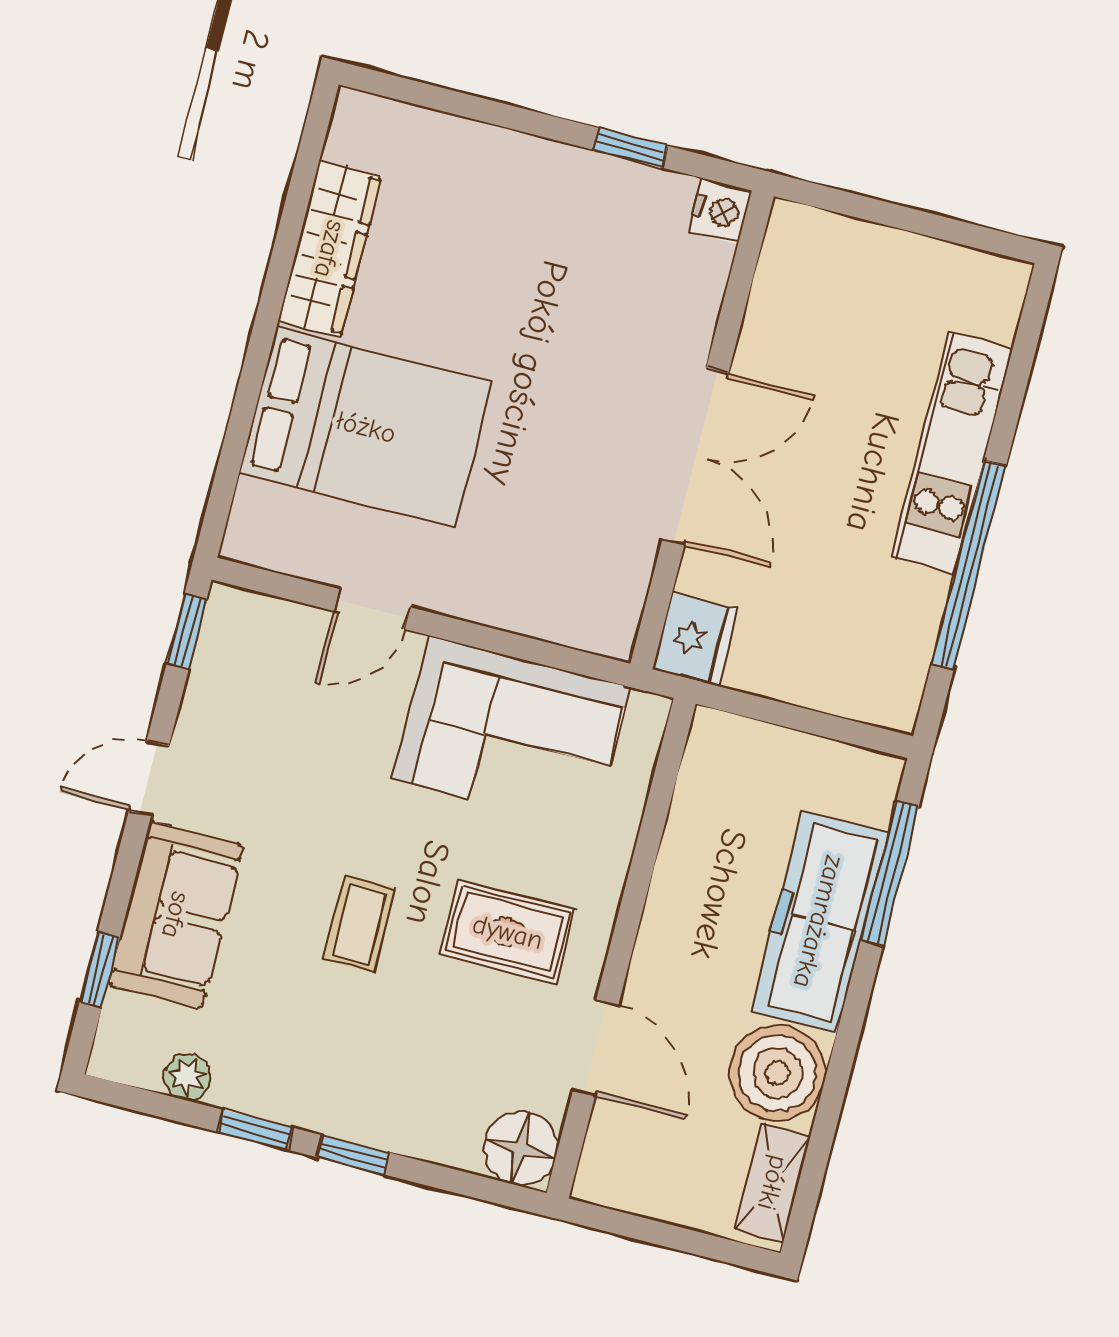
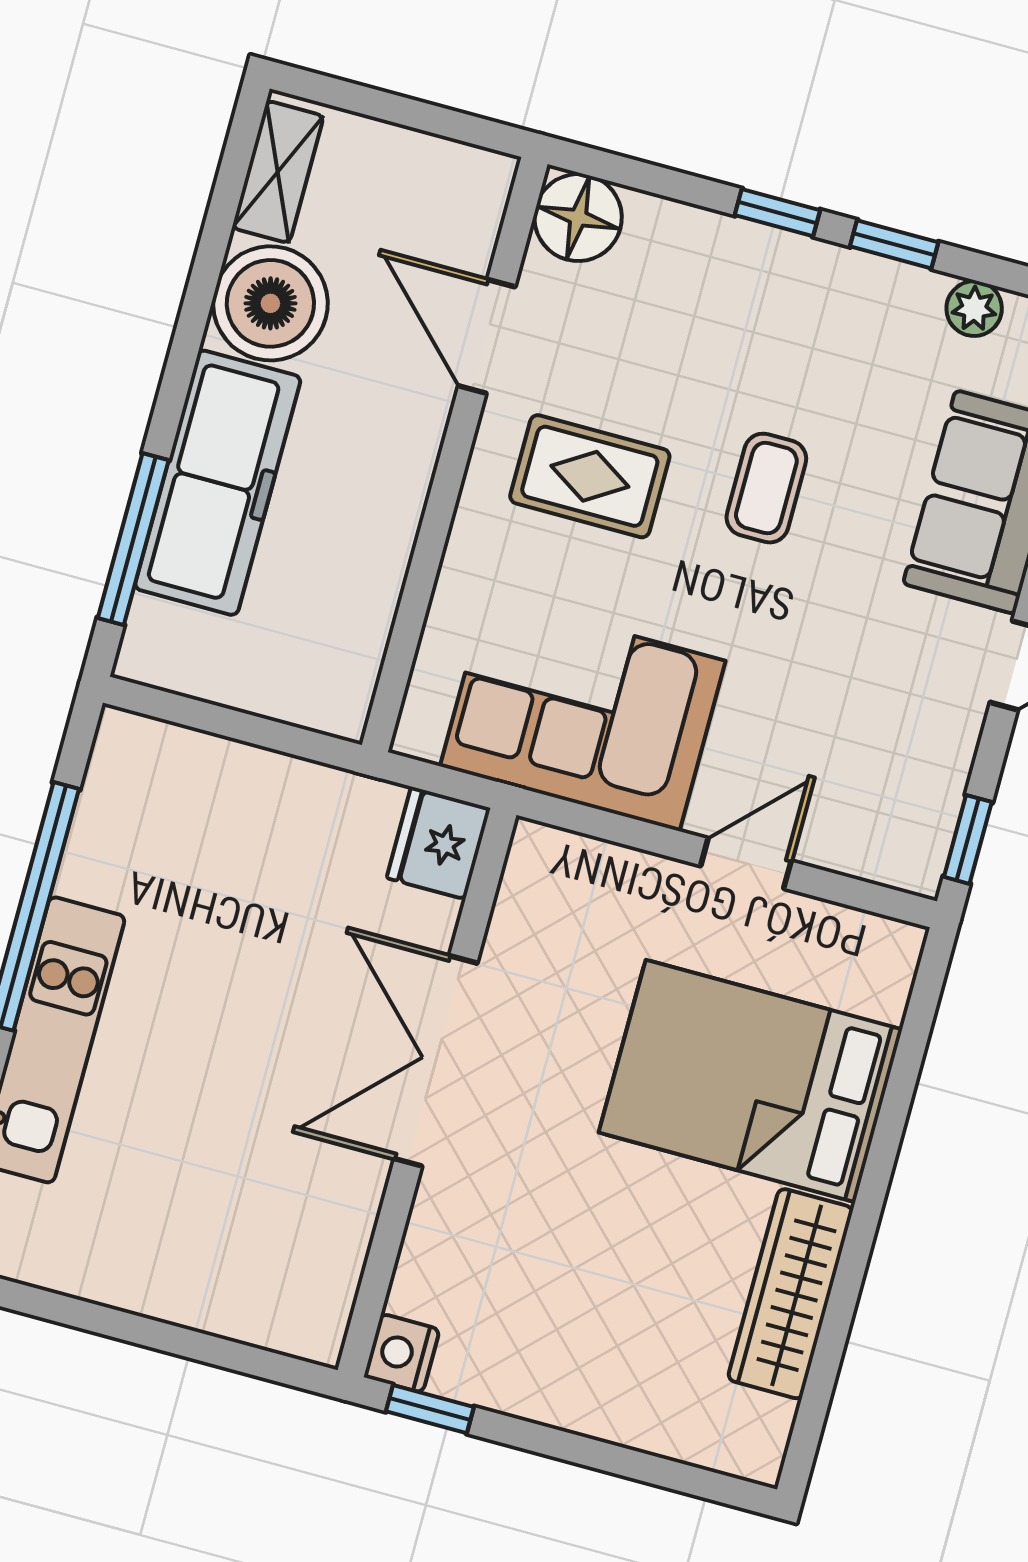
nightstand: (720, 211) -> (402, 1353), moved
wall: (702, 430) -> (427, 1093), moved
double door: (695, 457) -> (436, 1061), moved
fridge: (695, 639) -> (438, 843), moved

